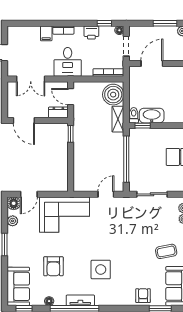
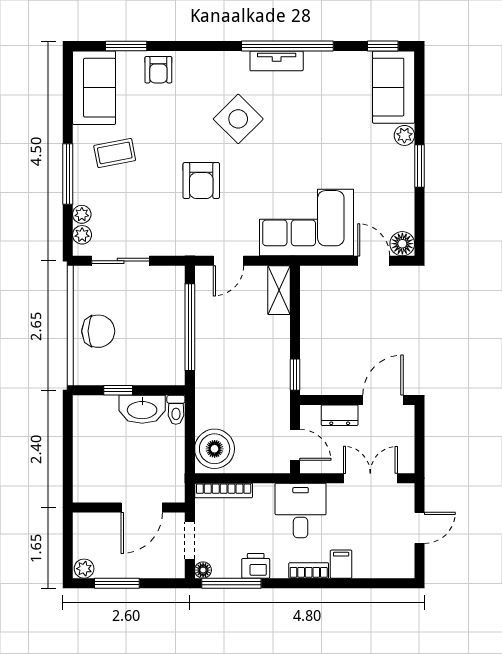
window: (104, 23) -> (231, 583), width x2.17
dresser: (58, 112) -> (340, 415), moved
shelving: (118, 119) -> (279, 290), moved
door: (24, 120) -> (383, 400), hinge flipped
window: (143, 126) -> (118, 390), moved
door: (29, 194) -> (374, 261), hinge flipped
sliding door: (152, 194) -> (121, 261), moved
plant: (13, 221) -> (404, 135), moved
armchair: (53, 266) -> (201, 180), moved, turned 180
side table: (101, 269) -> (238, 119), turned 45
floor lamp: (49, 301) -> (336, 59), removed

